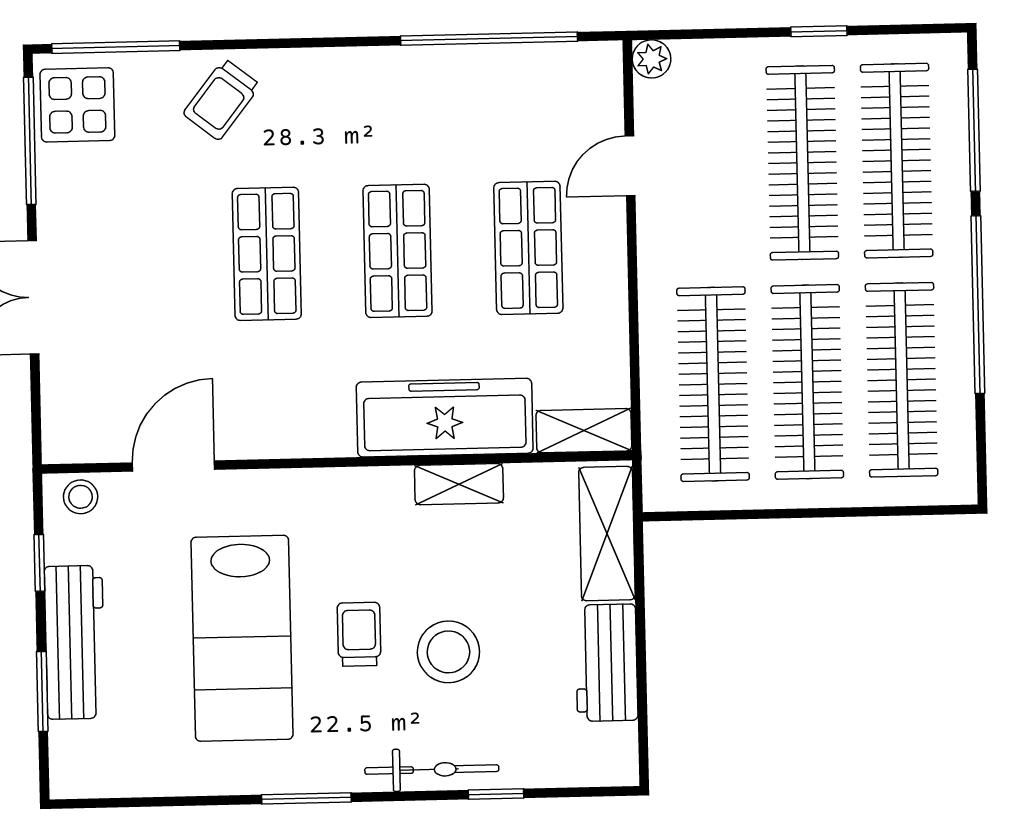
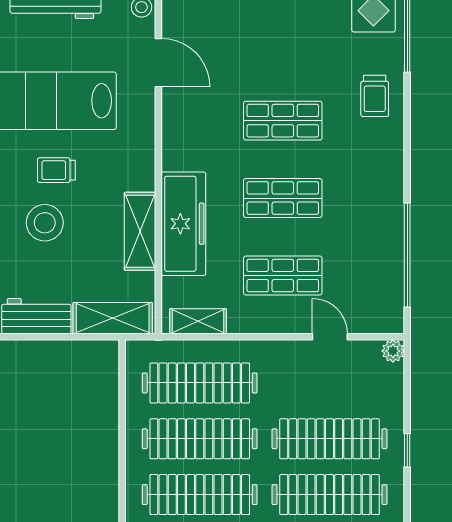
trolley: (222, 99) -> (375, 96), turned -128
shelving: (584, 431) -> (198, 321), moved, turned 90
shelving: (459, 484) -> (140, 231), width x1.50, depth x1.33
trolley: (359, 634) -> (56, 170), turned 180

